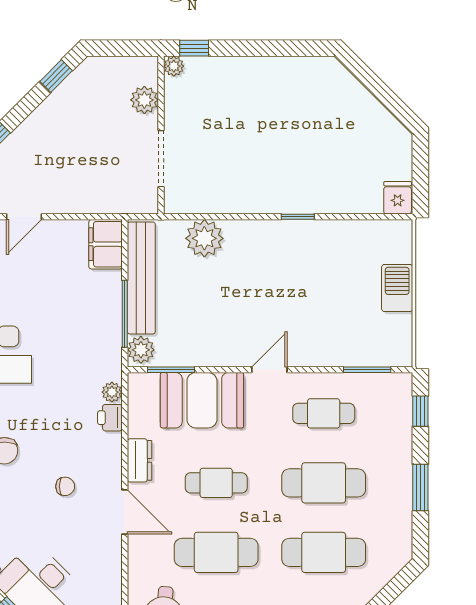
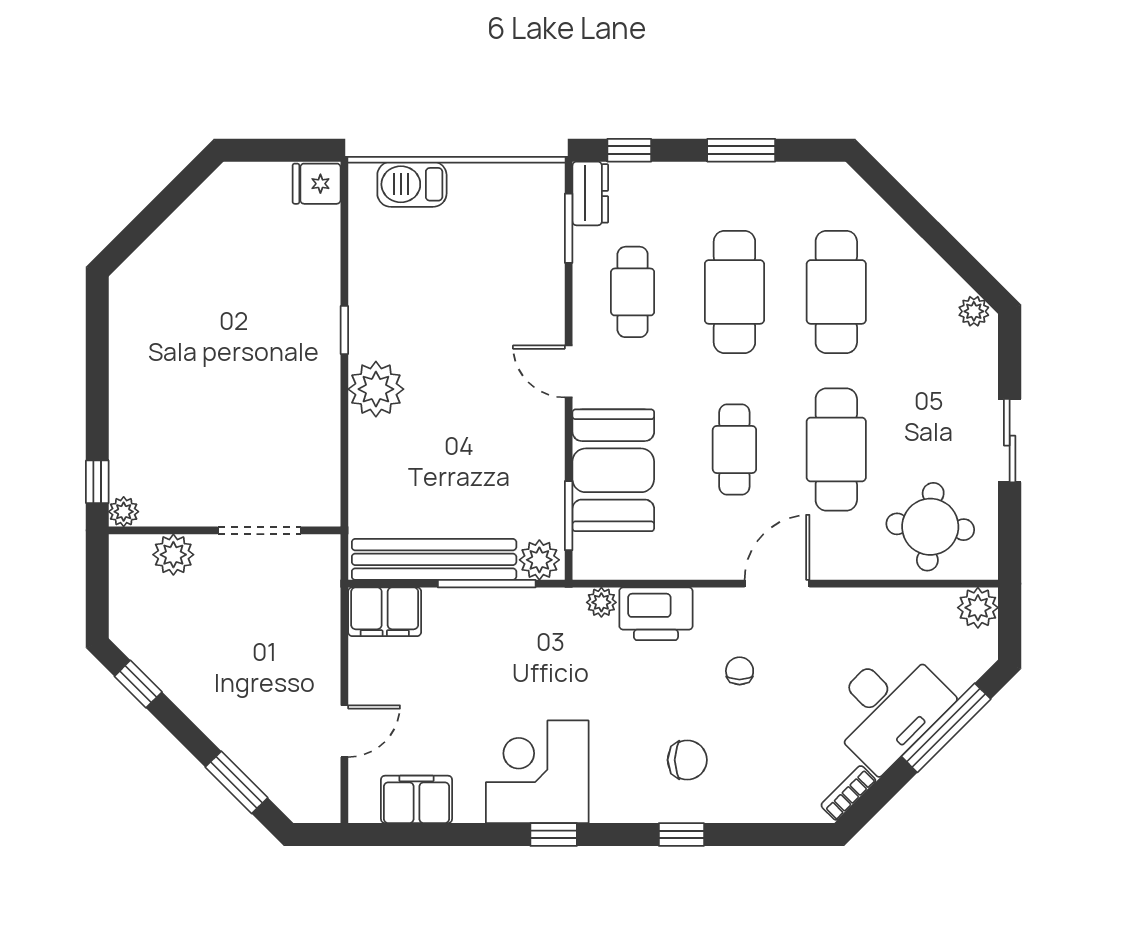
door: (24, 217) -> (344, 731), hinge flipped
plant: (204, 238) -> (376, 389), moved
barbecue: (397, 288) -> (412, 184), moved
printer: (110, 418) -> (656, 614), width x1.87, depth x1.48
dresser: (139, 460) -> (590, 193), moved, turned 90

